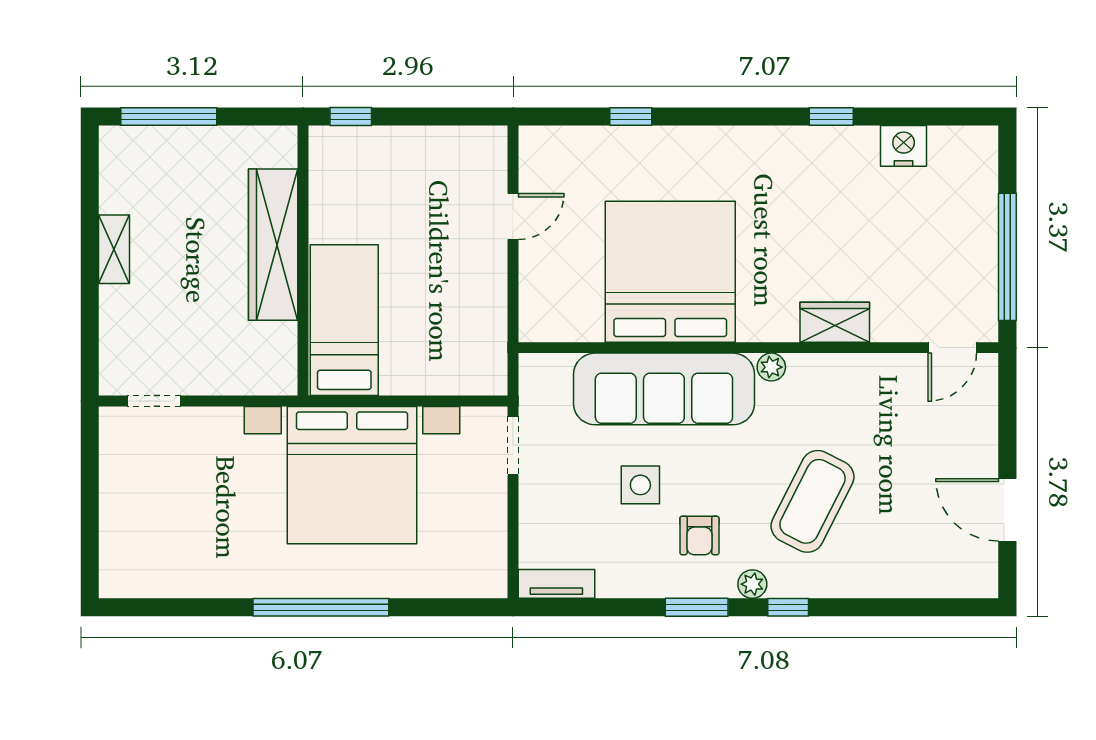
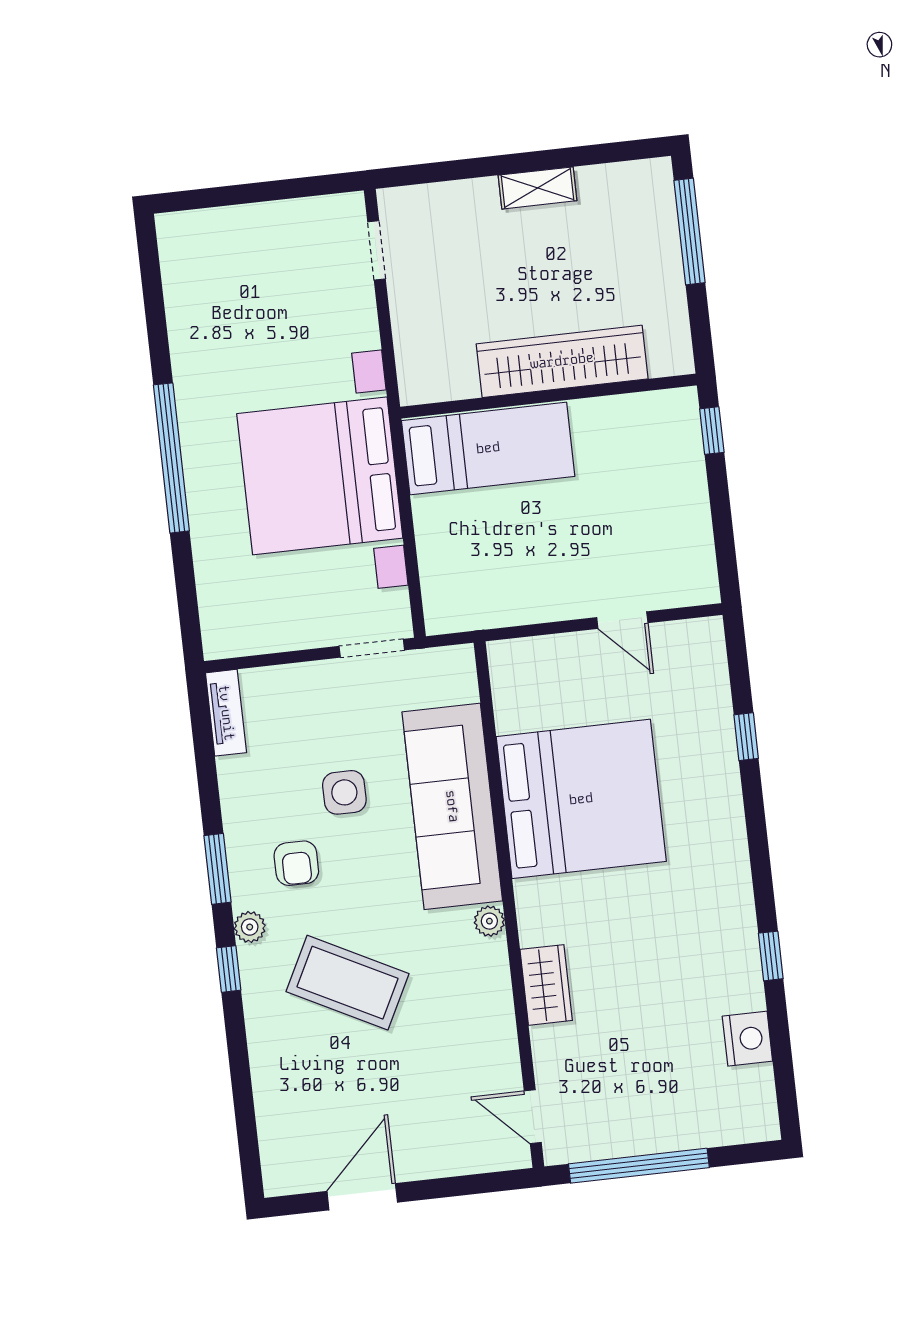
armchair: (699, 535) -> (296, 863), turned -90

